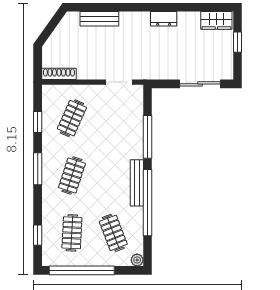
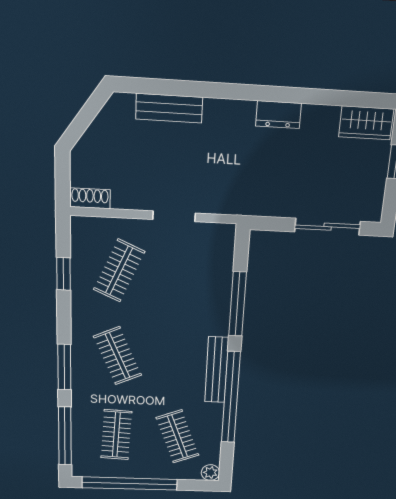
shoe rack: (59, 74) -> (90, 198), width x0.70
doorway: (119, 82) -> (174, 216), moved
window: (38, 169) -> (64, 367), moved
clothes rail: (72, 175) -> (118, 356), turned -42
window: (38, 235) -> (65, 436), width x2.17

